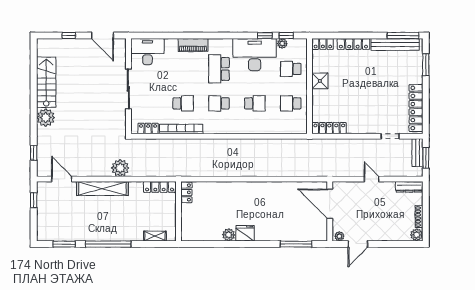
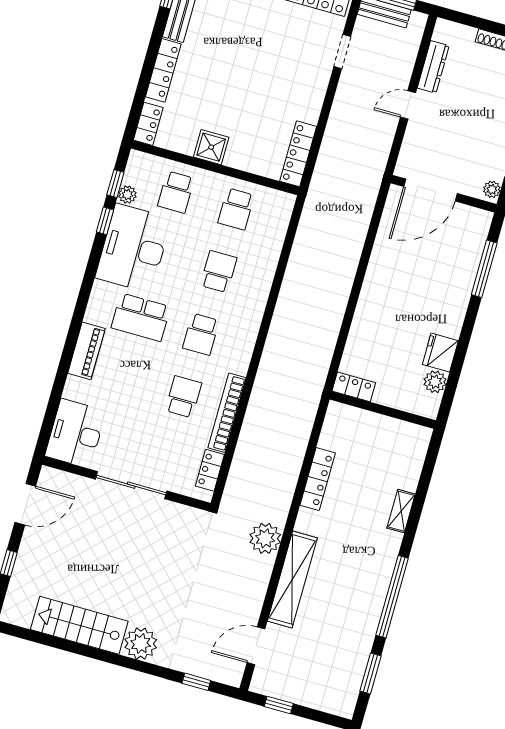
dresser: (409, 187) -> (433, 67), moved
locker: (186, 192) -> (354, 387), moved
wall: (178, 211) -> (383, 410), moved

